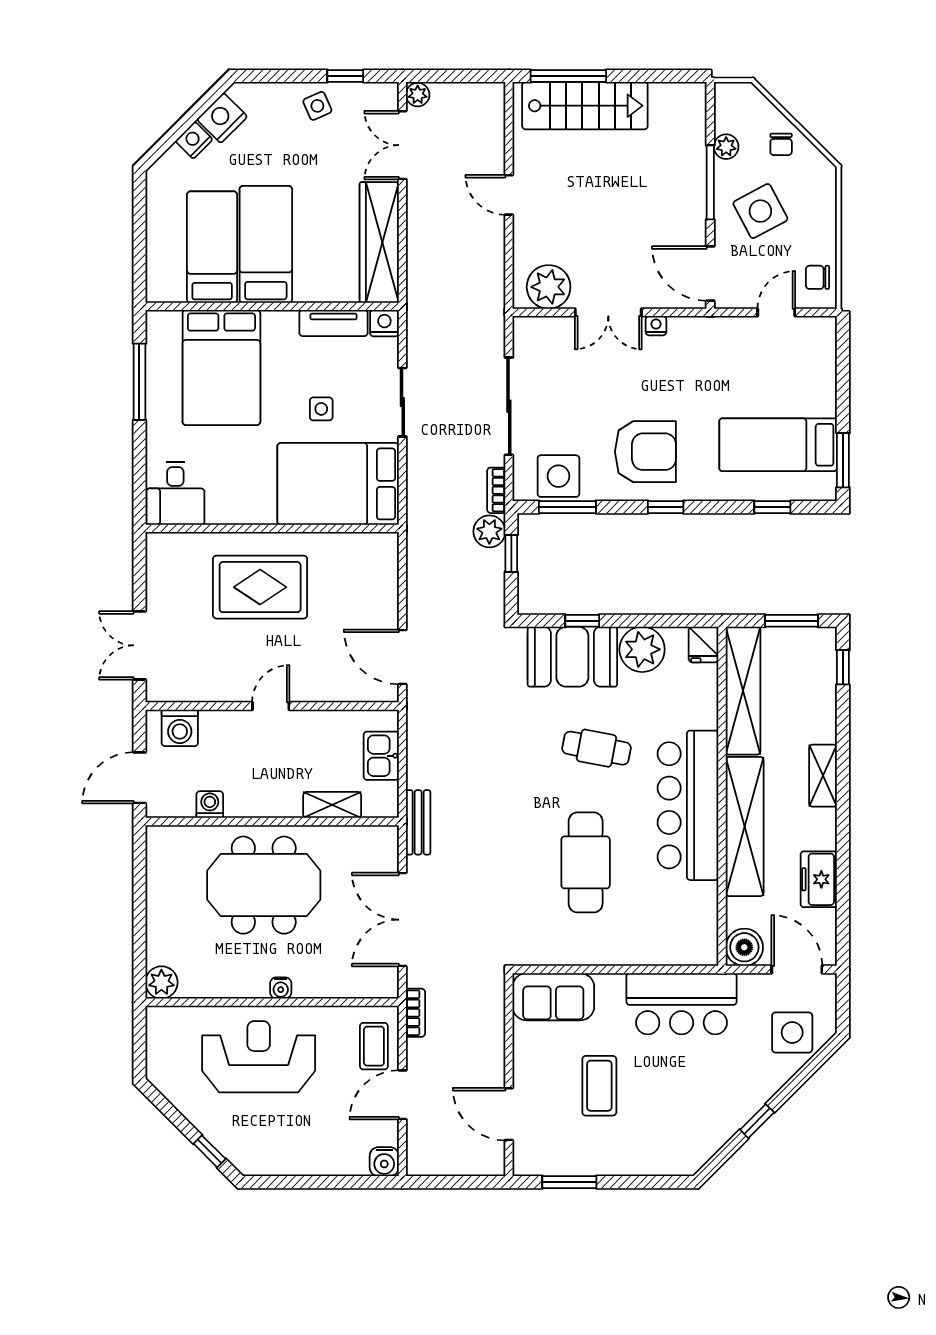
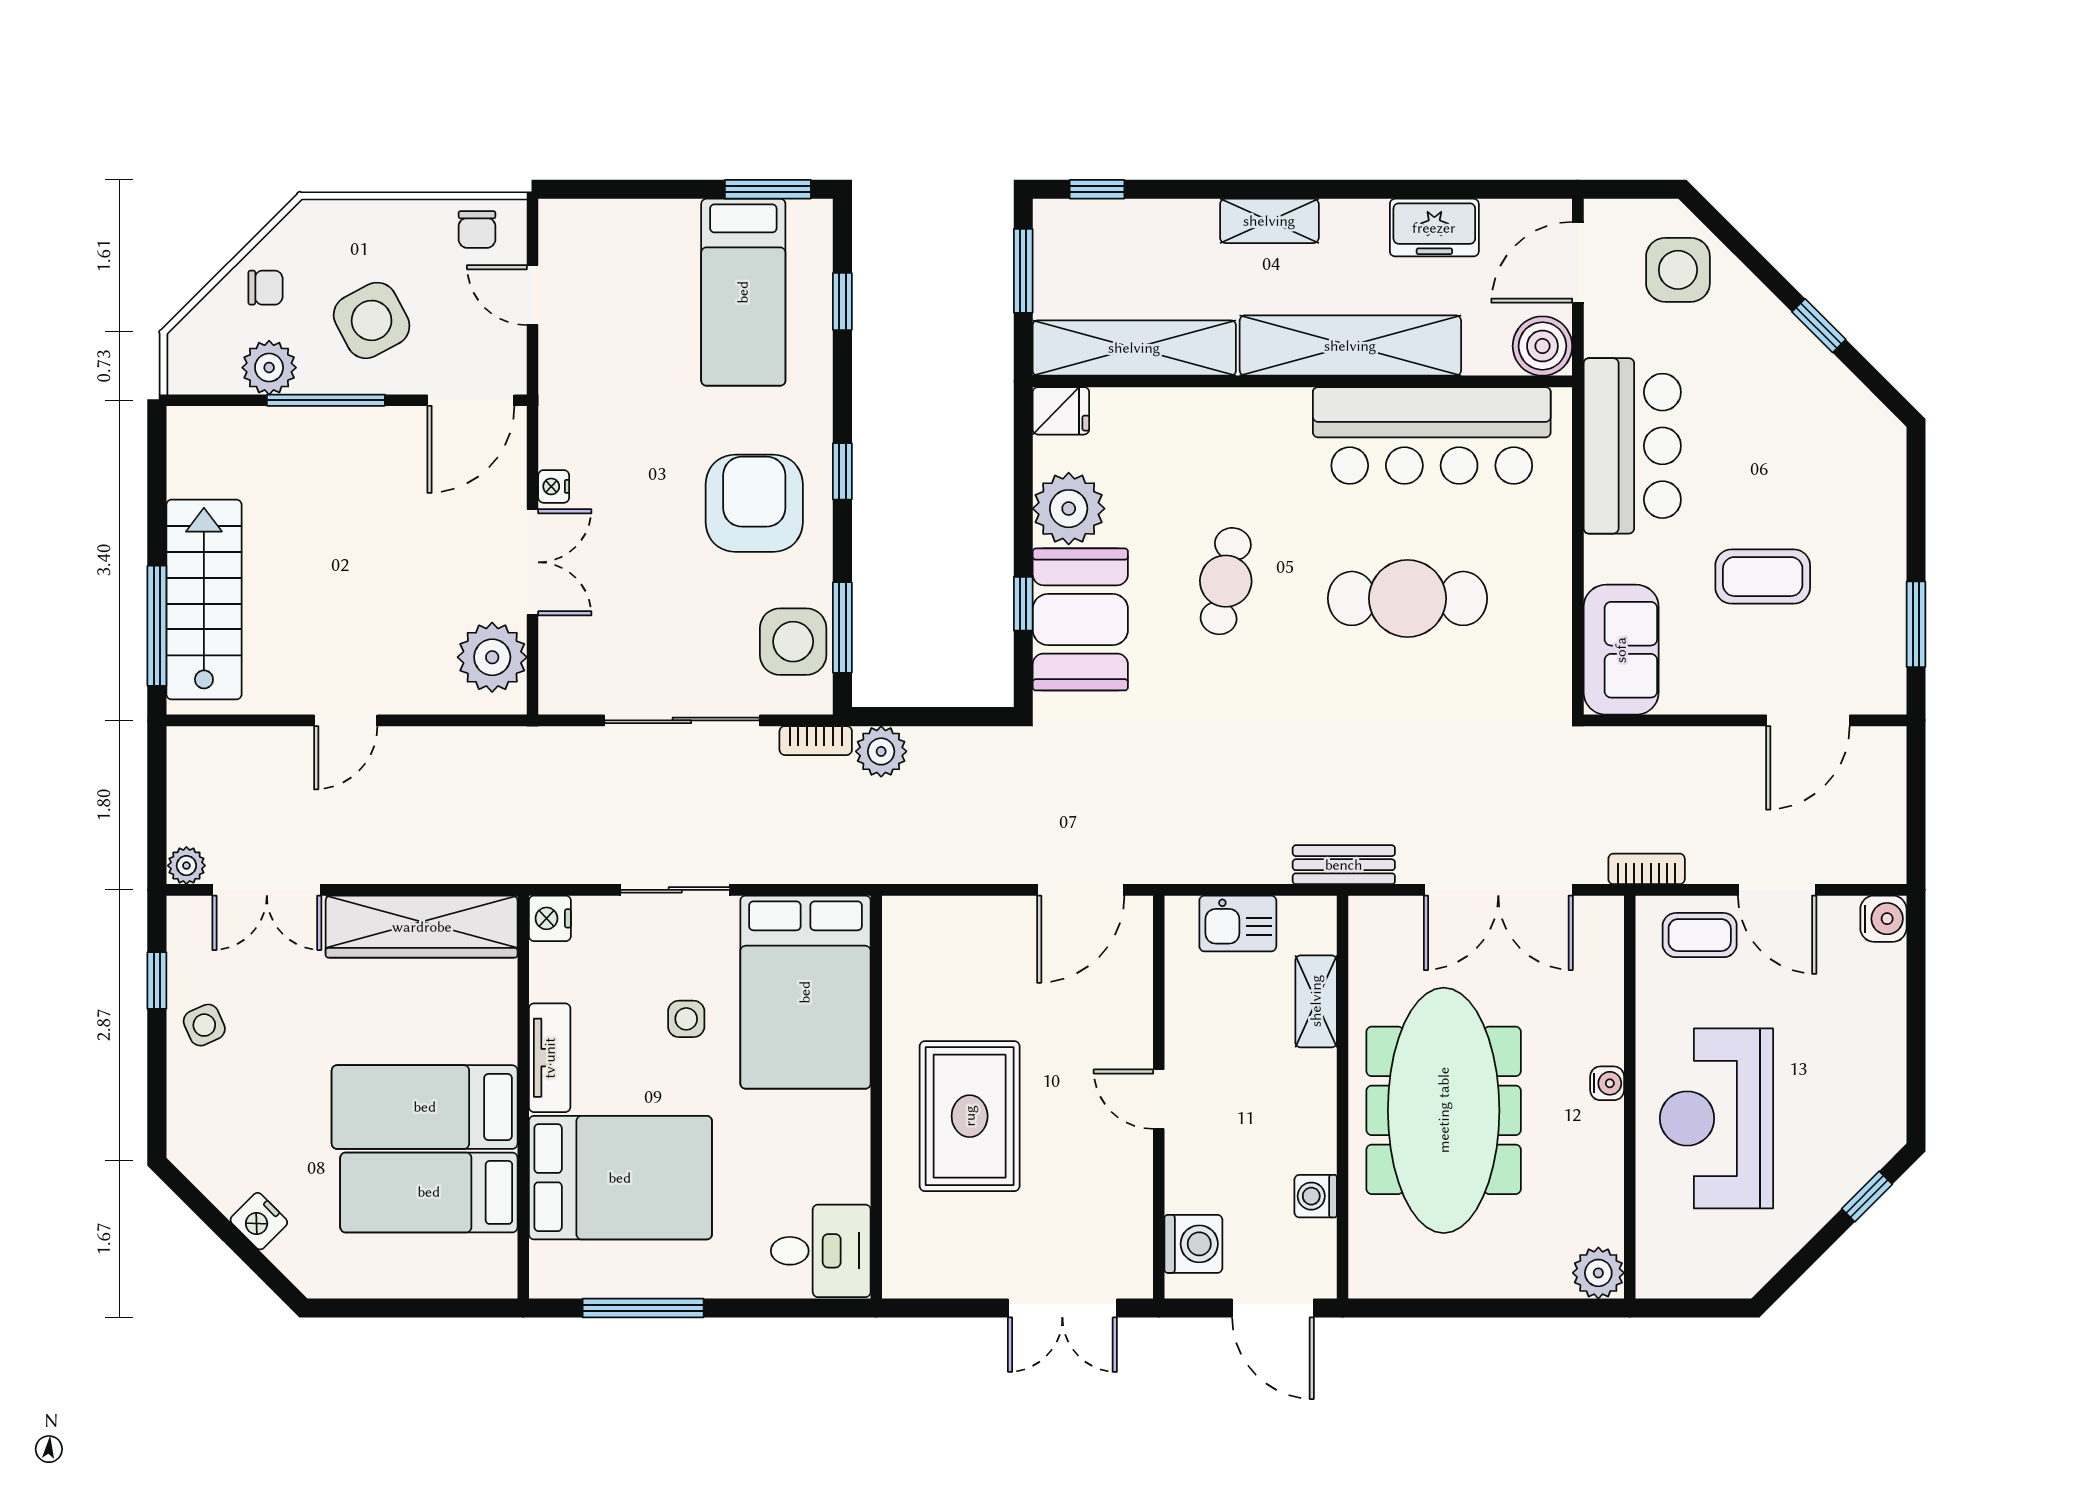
nightstand: (222, 118) -> (224, 1176), removed
plant: (726, 147) -> (269, 368), width x1.38, depth x1.38
tv unit: (333, 323) -> (550, 1058), moved
window: (511, 554) -> (916, 717), removed
bar counter: (688, 805) -> (1432, 435), moved
meeting table: (264, 885) -> (1444, 1110), width x1.36

